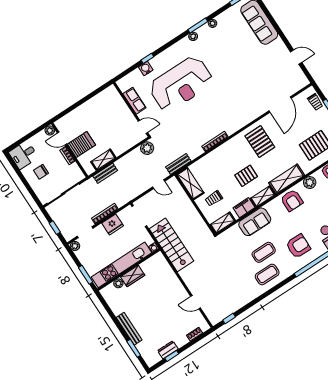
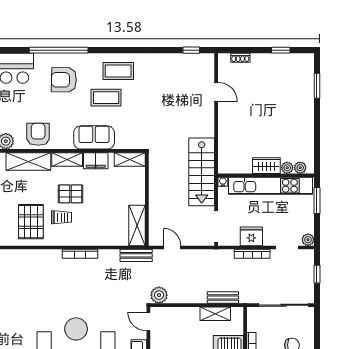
trolley: (214, 198) -> (61, 217), moved
plant: (110, 289) -> (300, 168), added
bench: (129, 329) -> (308, 110), removed
dresser: (168, 350) -> (281, 60), removed

